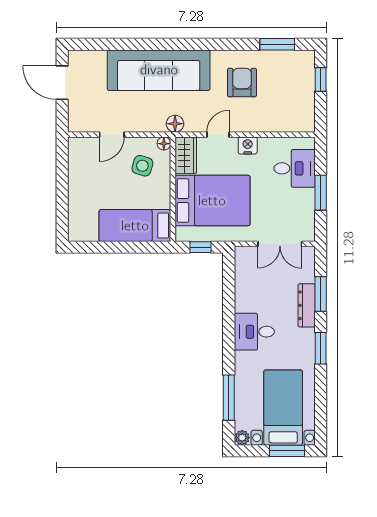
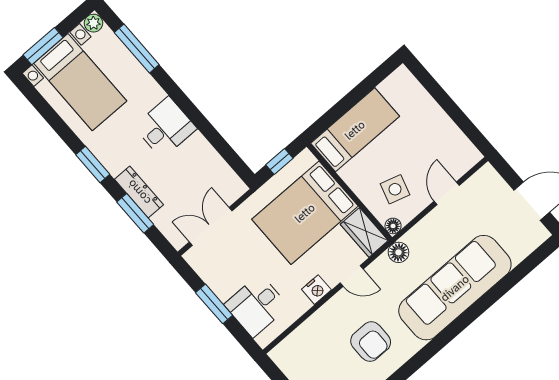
door: (218, 135) -> (352, 276), hinge flipped

